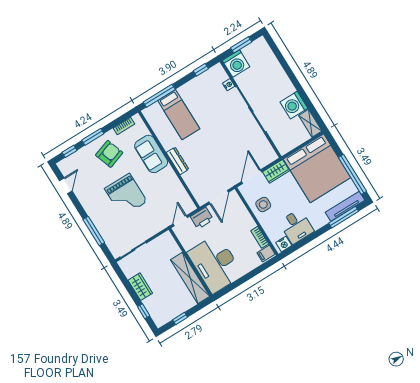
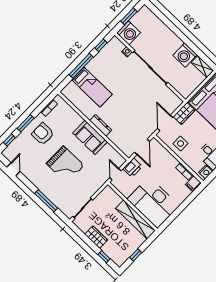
window: (159, 96) -> (81, 66), moved
armchair: (109, 154) -> (43, 134), turned -71
sofa: (151, 154) -> (90, 137), moved

